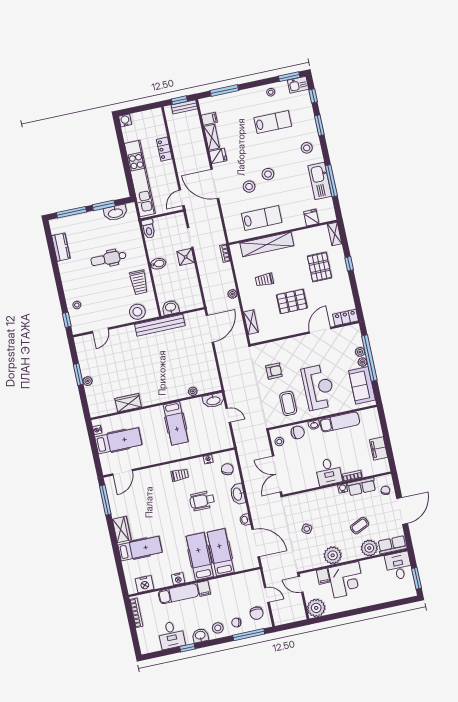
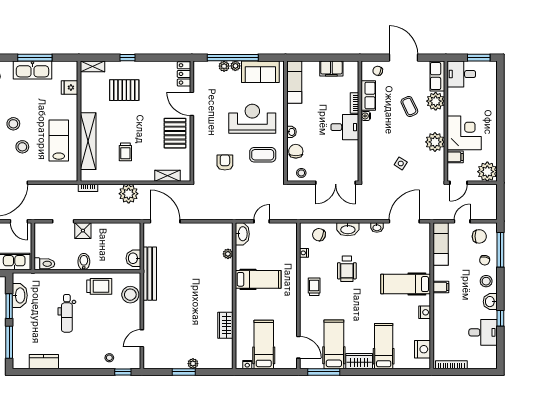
plant: (232, 294) -> (129, 194), width x1.88, depth x1.88
pallet: (292, 301) -> (175, 133), moved
door: (100, 330) -> (142, 338), swing flipped
exam couch: (340, 422) -> (294, 82), moved
hospital bed: (221, 552) -> (334, 344), moved, turned 90
exam couch: (178, 594) -> (441, 244), moved

